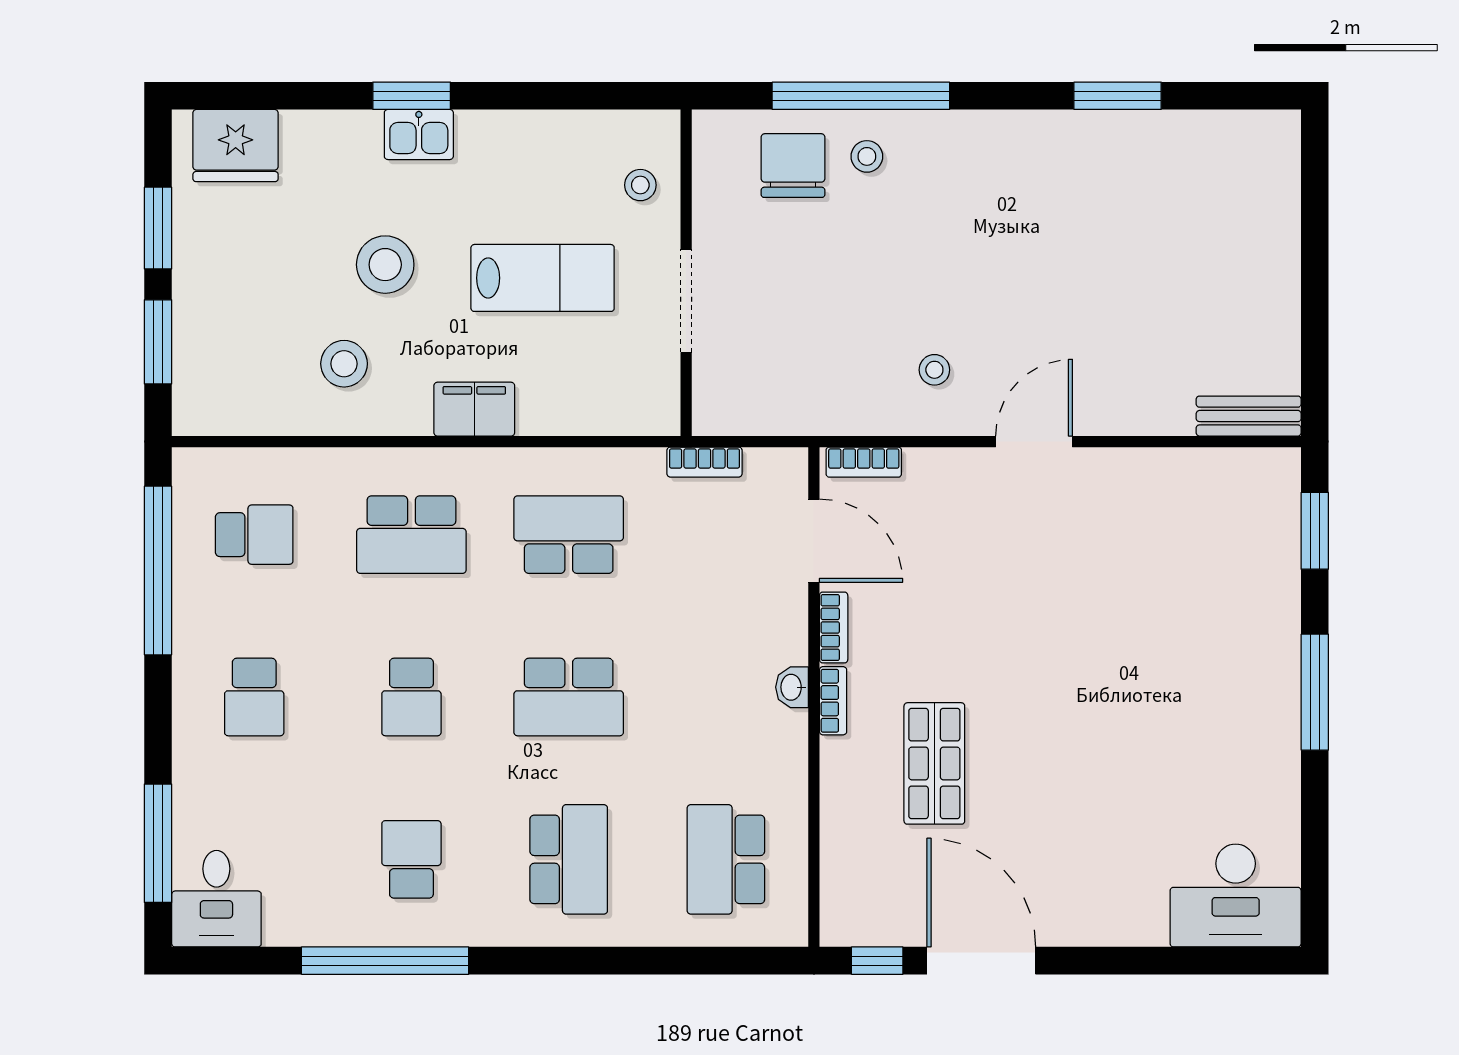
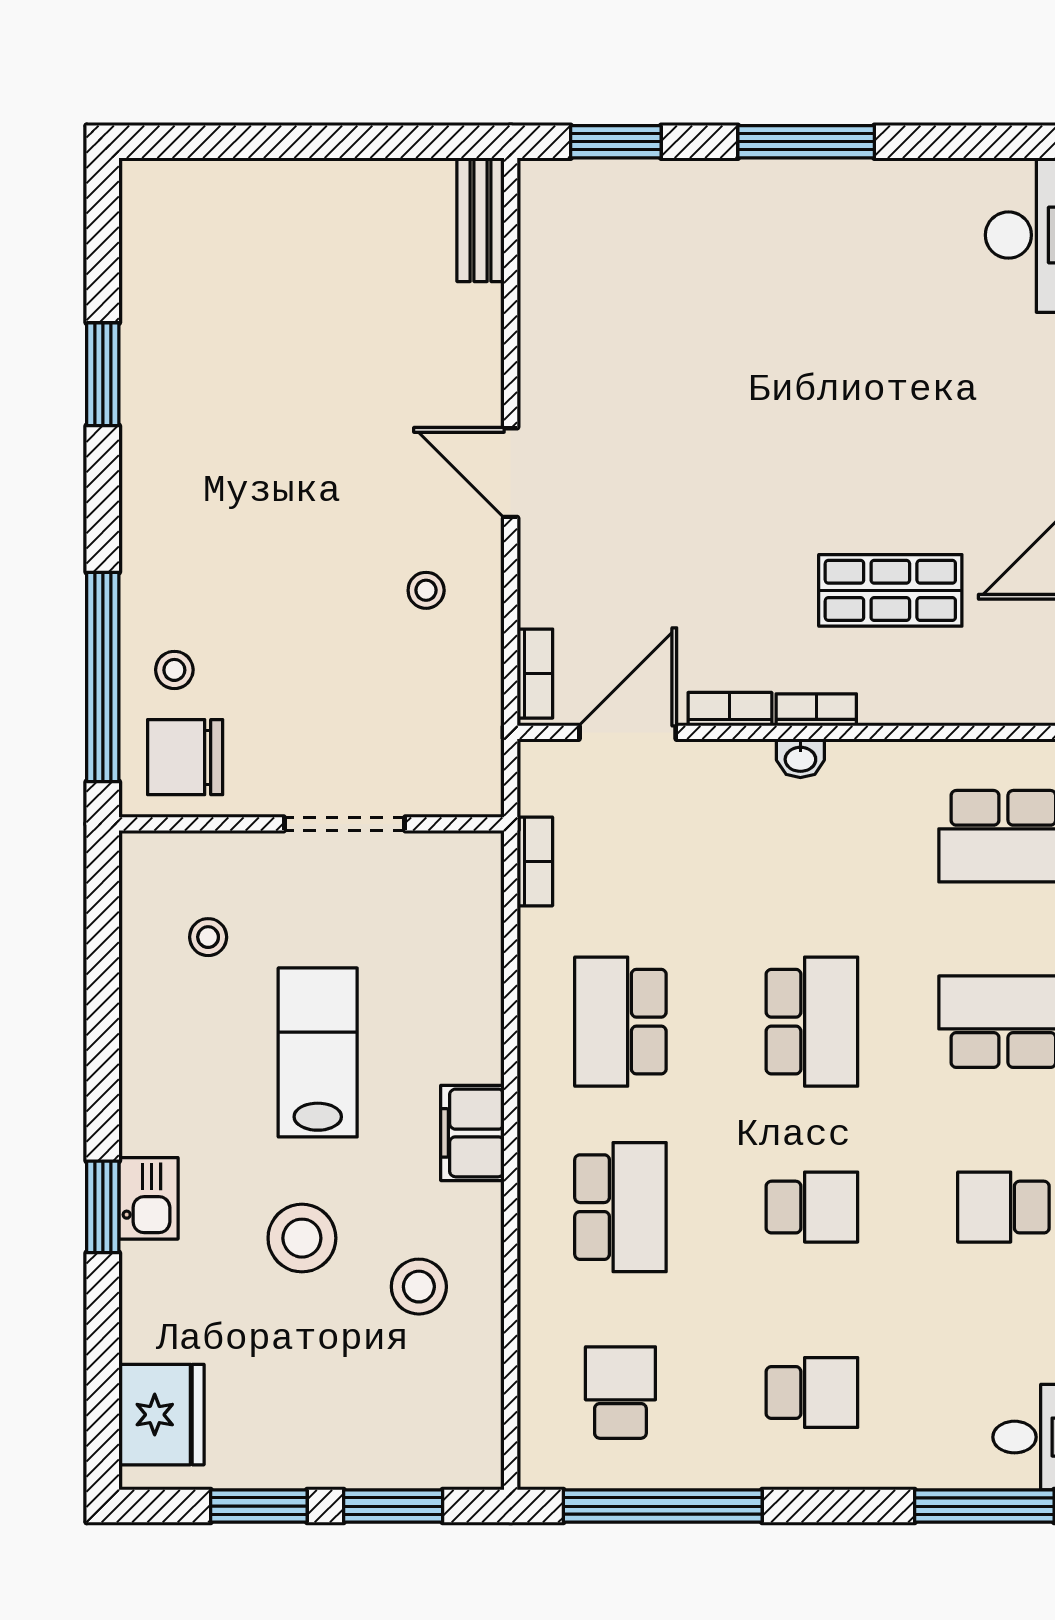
wall: (686, 273) -> (312, 824), moved
doorway: (686, 301) -> (345, 824), moved

